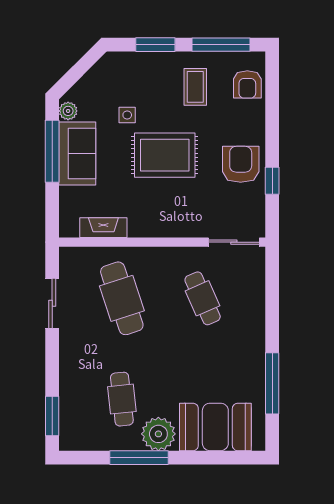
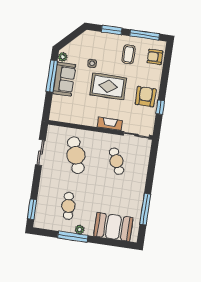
armchair: (247, 84) -> (155, 57), turned 90
fireplace: (103, 228) -> (110, 124), moved
plant: (158, 434) -> (80, 230), width x0.53, depth x0.53

